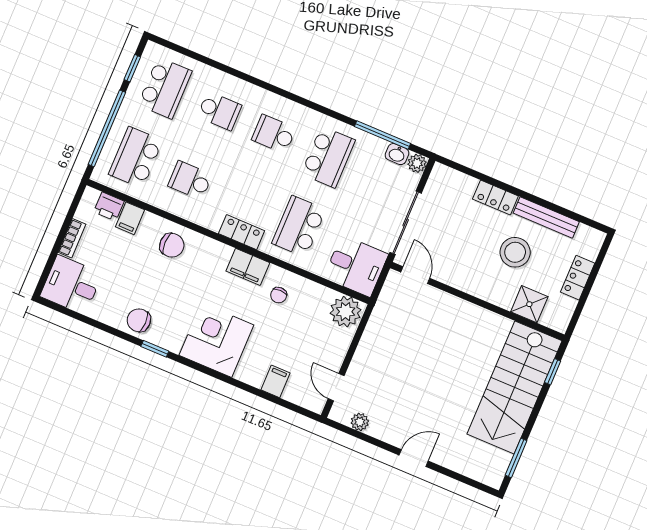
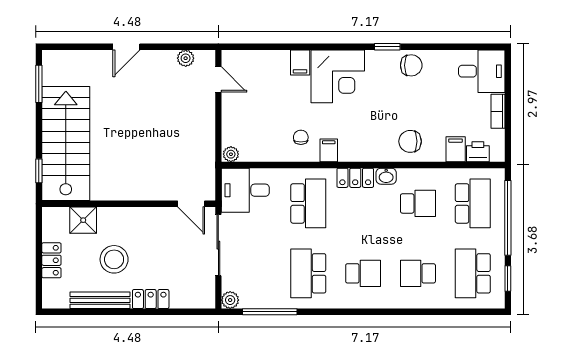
washbasin: (397, 154) -> (386, 176), moved, turned 180
filing cabinet: (248, 267) -> (329, 150), width x0.50
plant: (346, 312) -> (231, 154), width x0.53, depth x0.53
filing cabinet: (275, 381) -> (300, 62), moved

